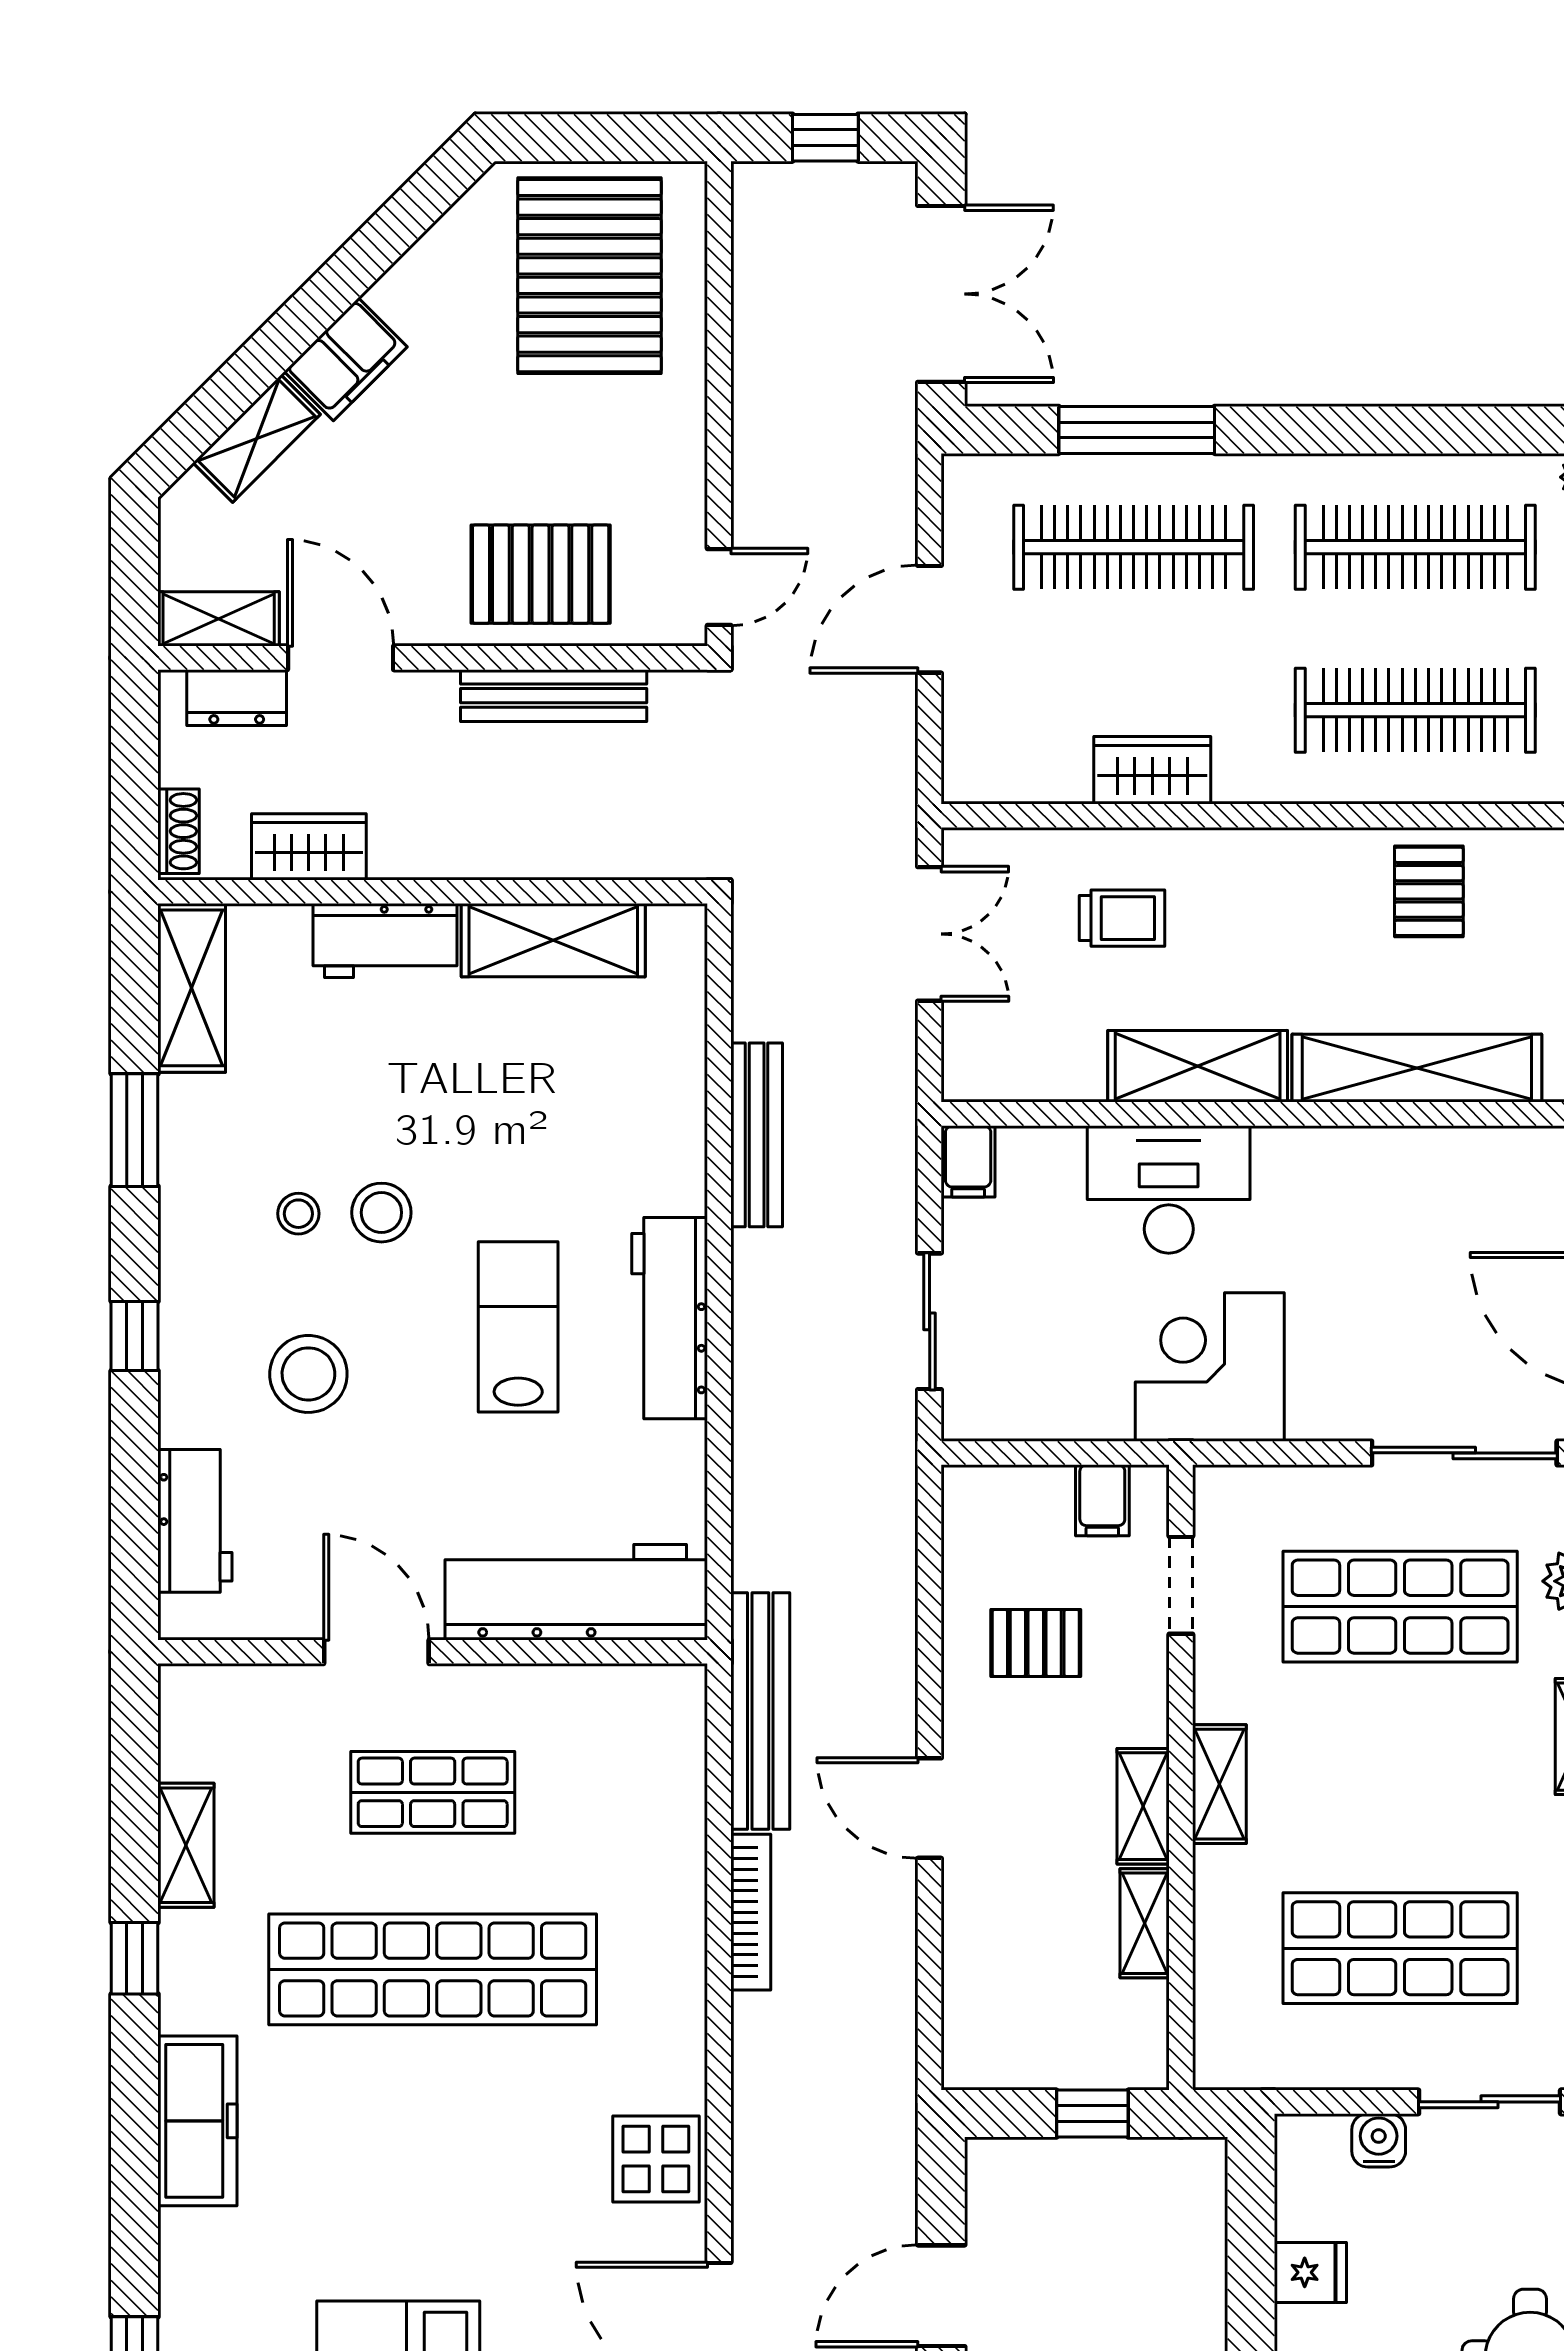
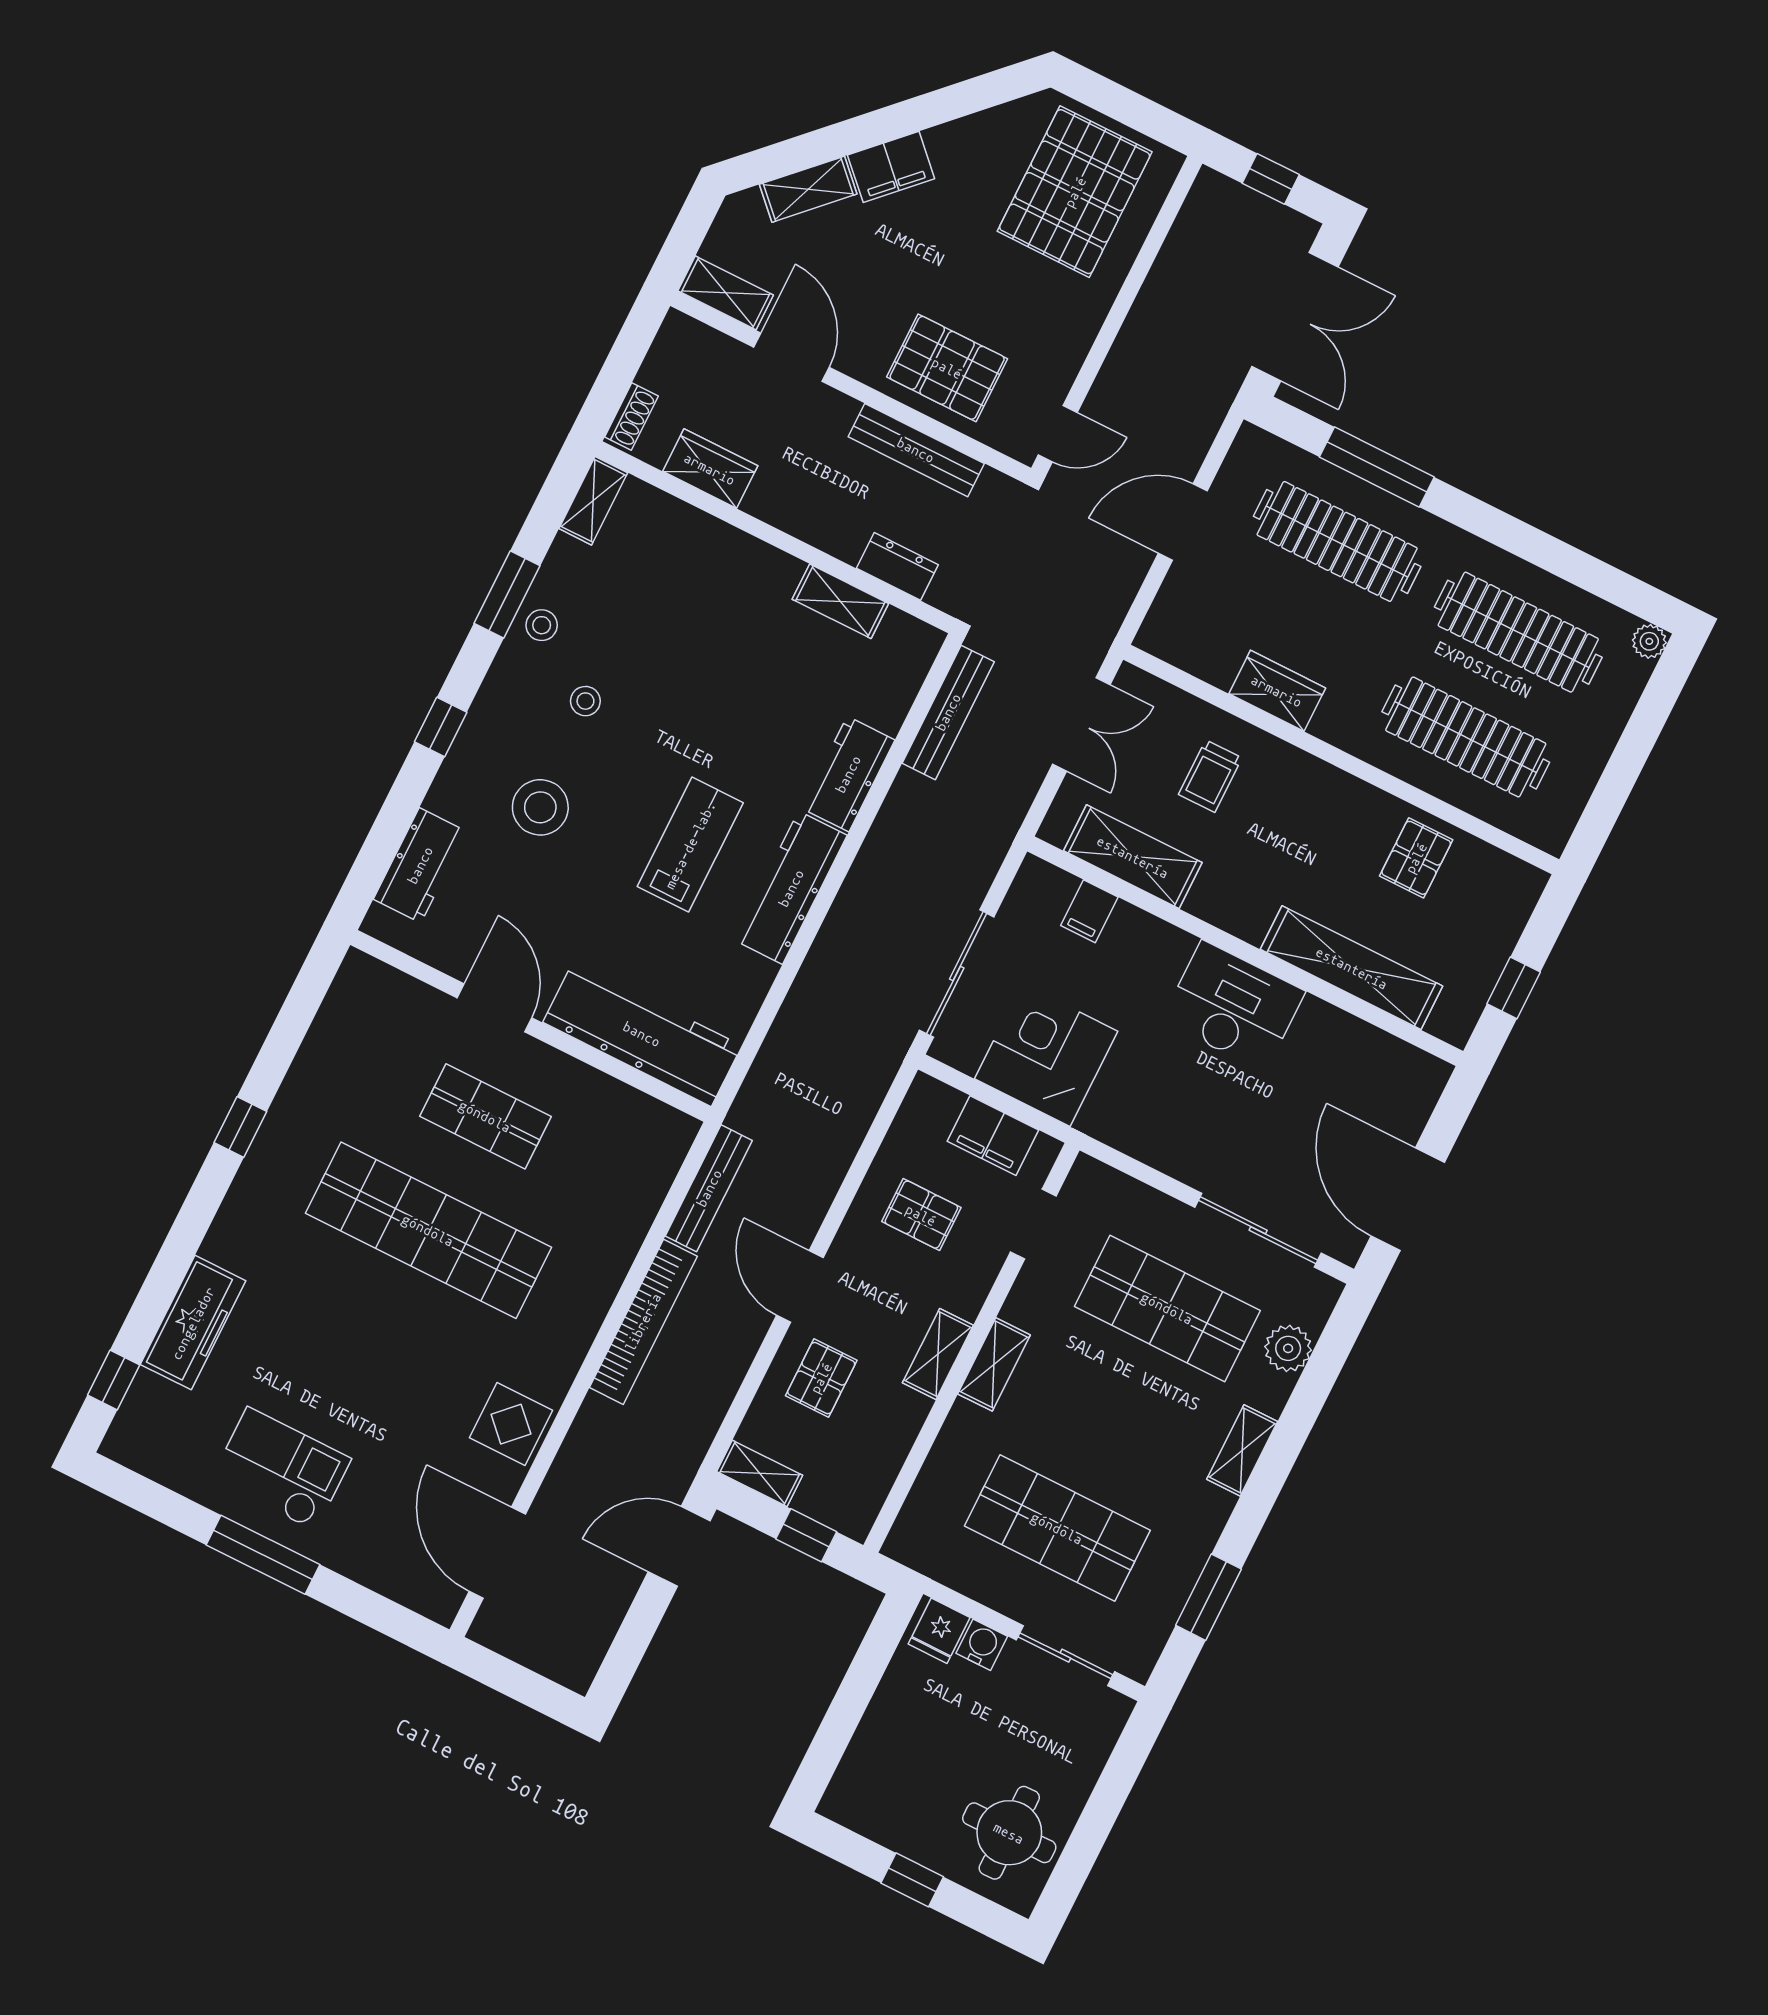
dresser: (237, 698) -> (897, 566), moved, turned 180
trolley: (1122, 918) -> (1210, 776), turned 90
shelving: (553, 940) -> (840, 601), width x0.67, depth x0.75
workbench: (385, 941) -> (848, 774), moved, turned 90
shelving: (192, 988) -> (593, 501), width x0.67, depth x0.75
shelving: (1198, 1066) -> (1133, 857), moved
bench: (757, 1135) -> (948, 712), moved
filing cabinet: (968, 1161) -> (1089, 911), moved
desk: (1169, 1189) -> (1233, 1006), moved
stool: (381, 1213) -> (542, 625), moved, width x0.73, depth x0.73
sliding door: (930, 1321) -> (957, 973), width x1.37
corner desk: (1210, 1367) -> (1046, 1055), moved
filing cabinet: (1102, 1500) -> (993, 1136), width x2.00
bench: (760, 1711) -> (709, 1188), width x0.73, depth x0.82
shelving: (186, 1845) -> (310, 1071), removed
pallet: (1013, 1909) -> (821, 1378), added
bookcase: (751, 1912) -> (643, 1322), width x1.48, depth x1.31
shelving: (1145, 1923) -> (760, 1473), moved, turned 90
freezer: (197, 2121) -> (193, 1323), moved
fridge: (1310, 2272) -> (939, 1631), moved, turned 90
door: (941, 2296) -> (679, 1546), moved

